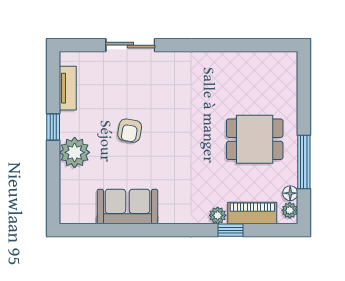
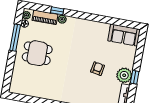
plant: (75, 152) -> (124, 75), moved
sofa: (127, 207) -> (124, 35), moved

